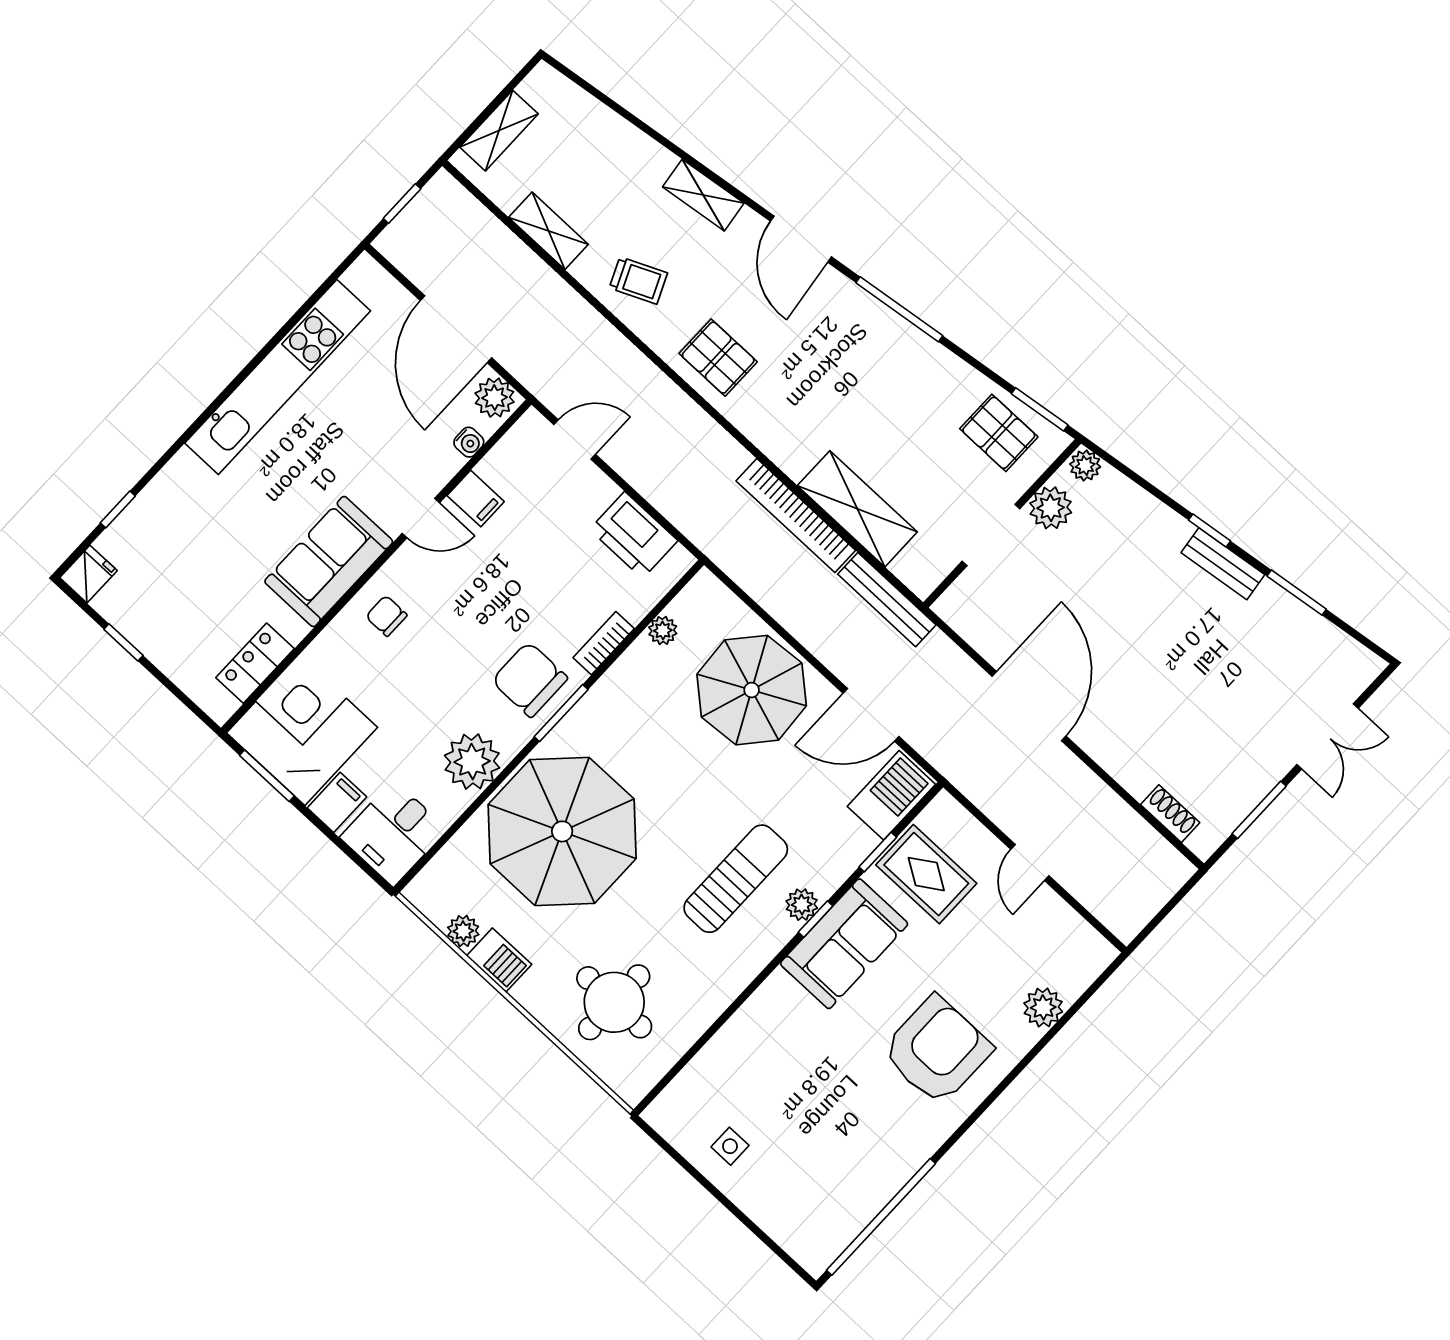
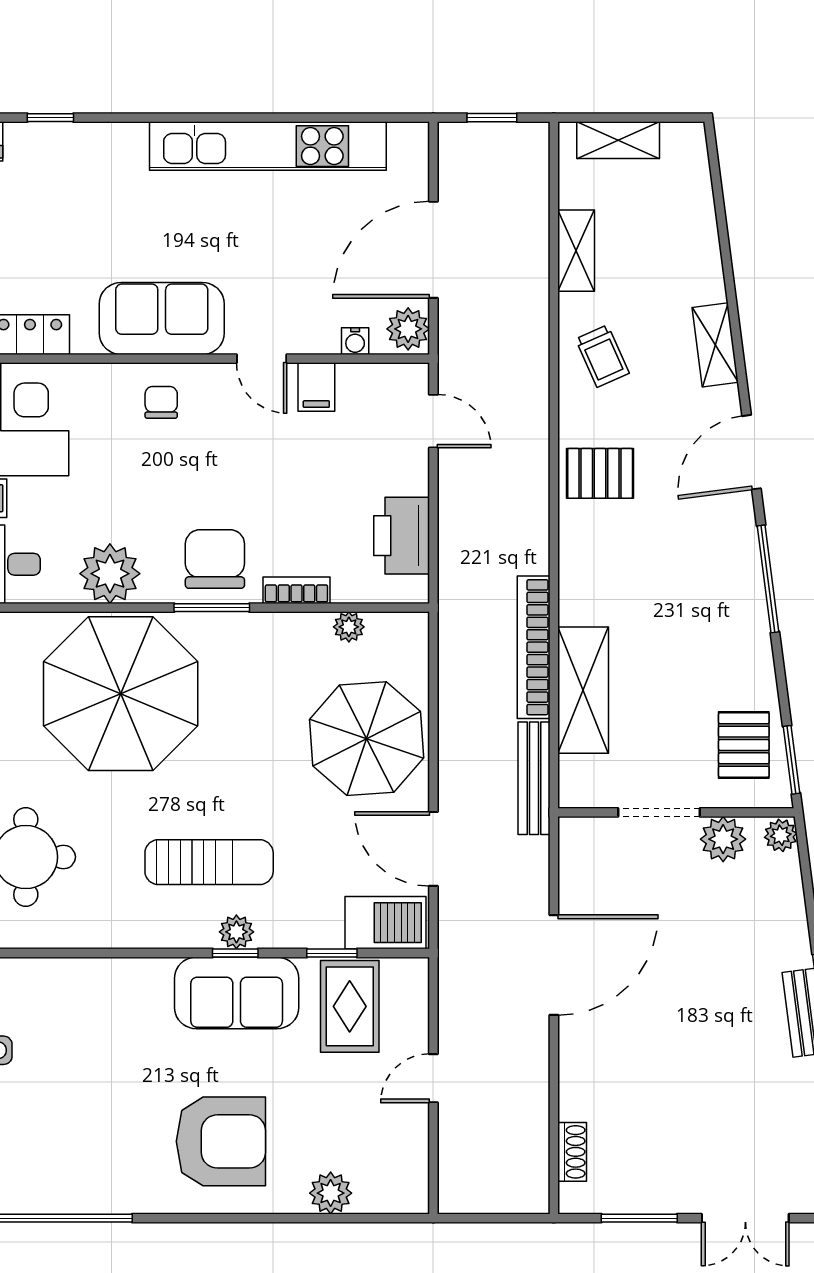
pallet: (718, 358) -> (600, 473), turned 90

